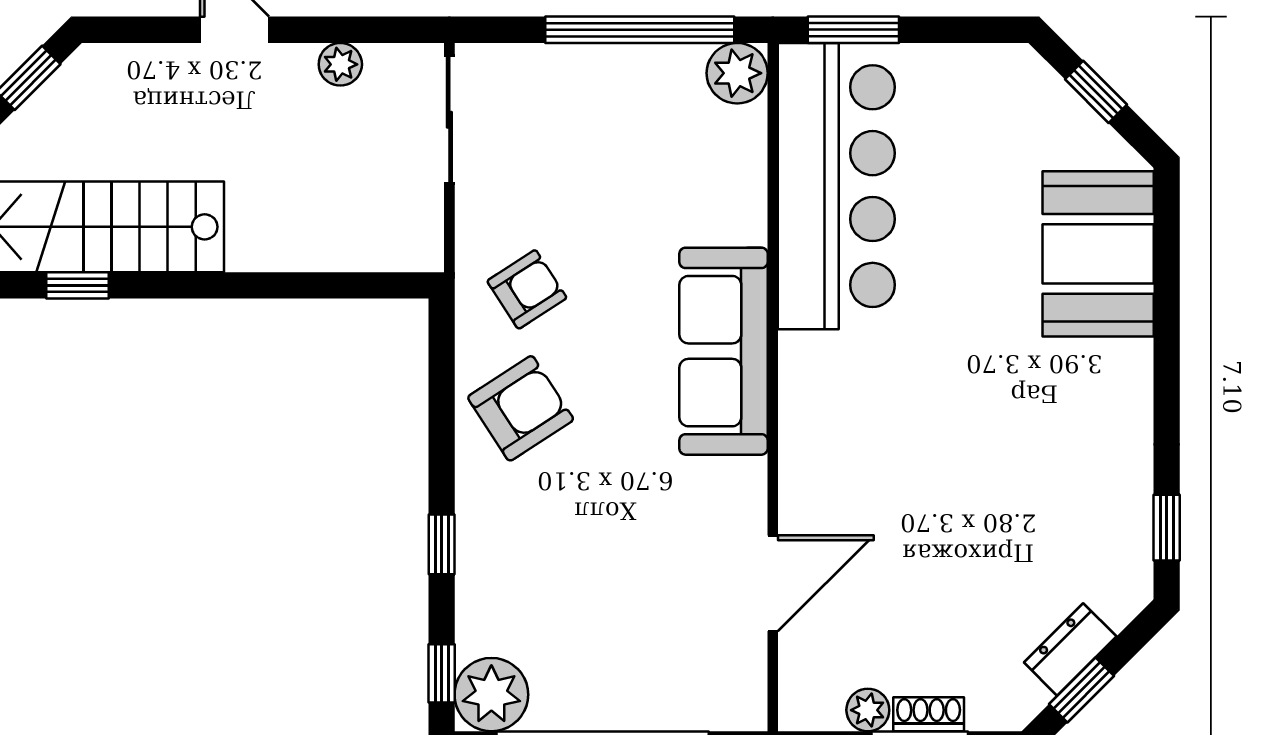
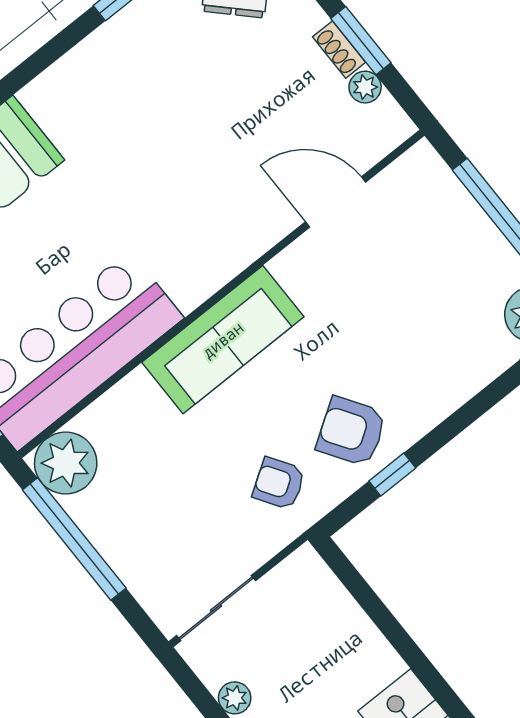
plant: (737, 73) -> (66, 463), width x1.36, depth x1.36
window: (442, 544) -> (392, 474), moved

